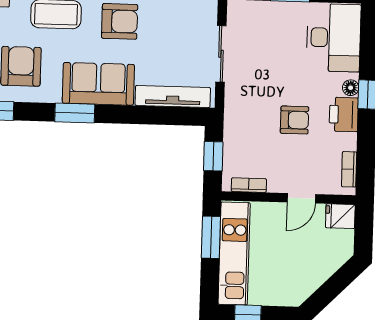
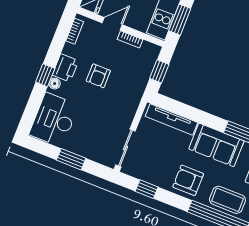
sliding door: (221, 54) -> (125, 148), moved
armchair: (295, 120) -> (98, 76), turned -90
bookcase: (249, 185) -> (130, 39), moved

